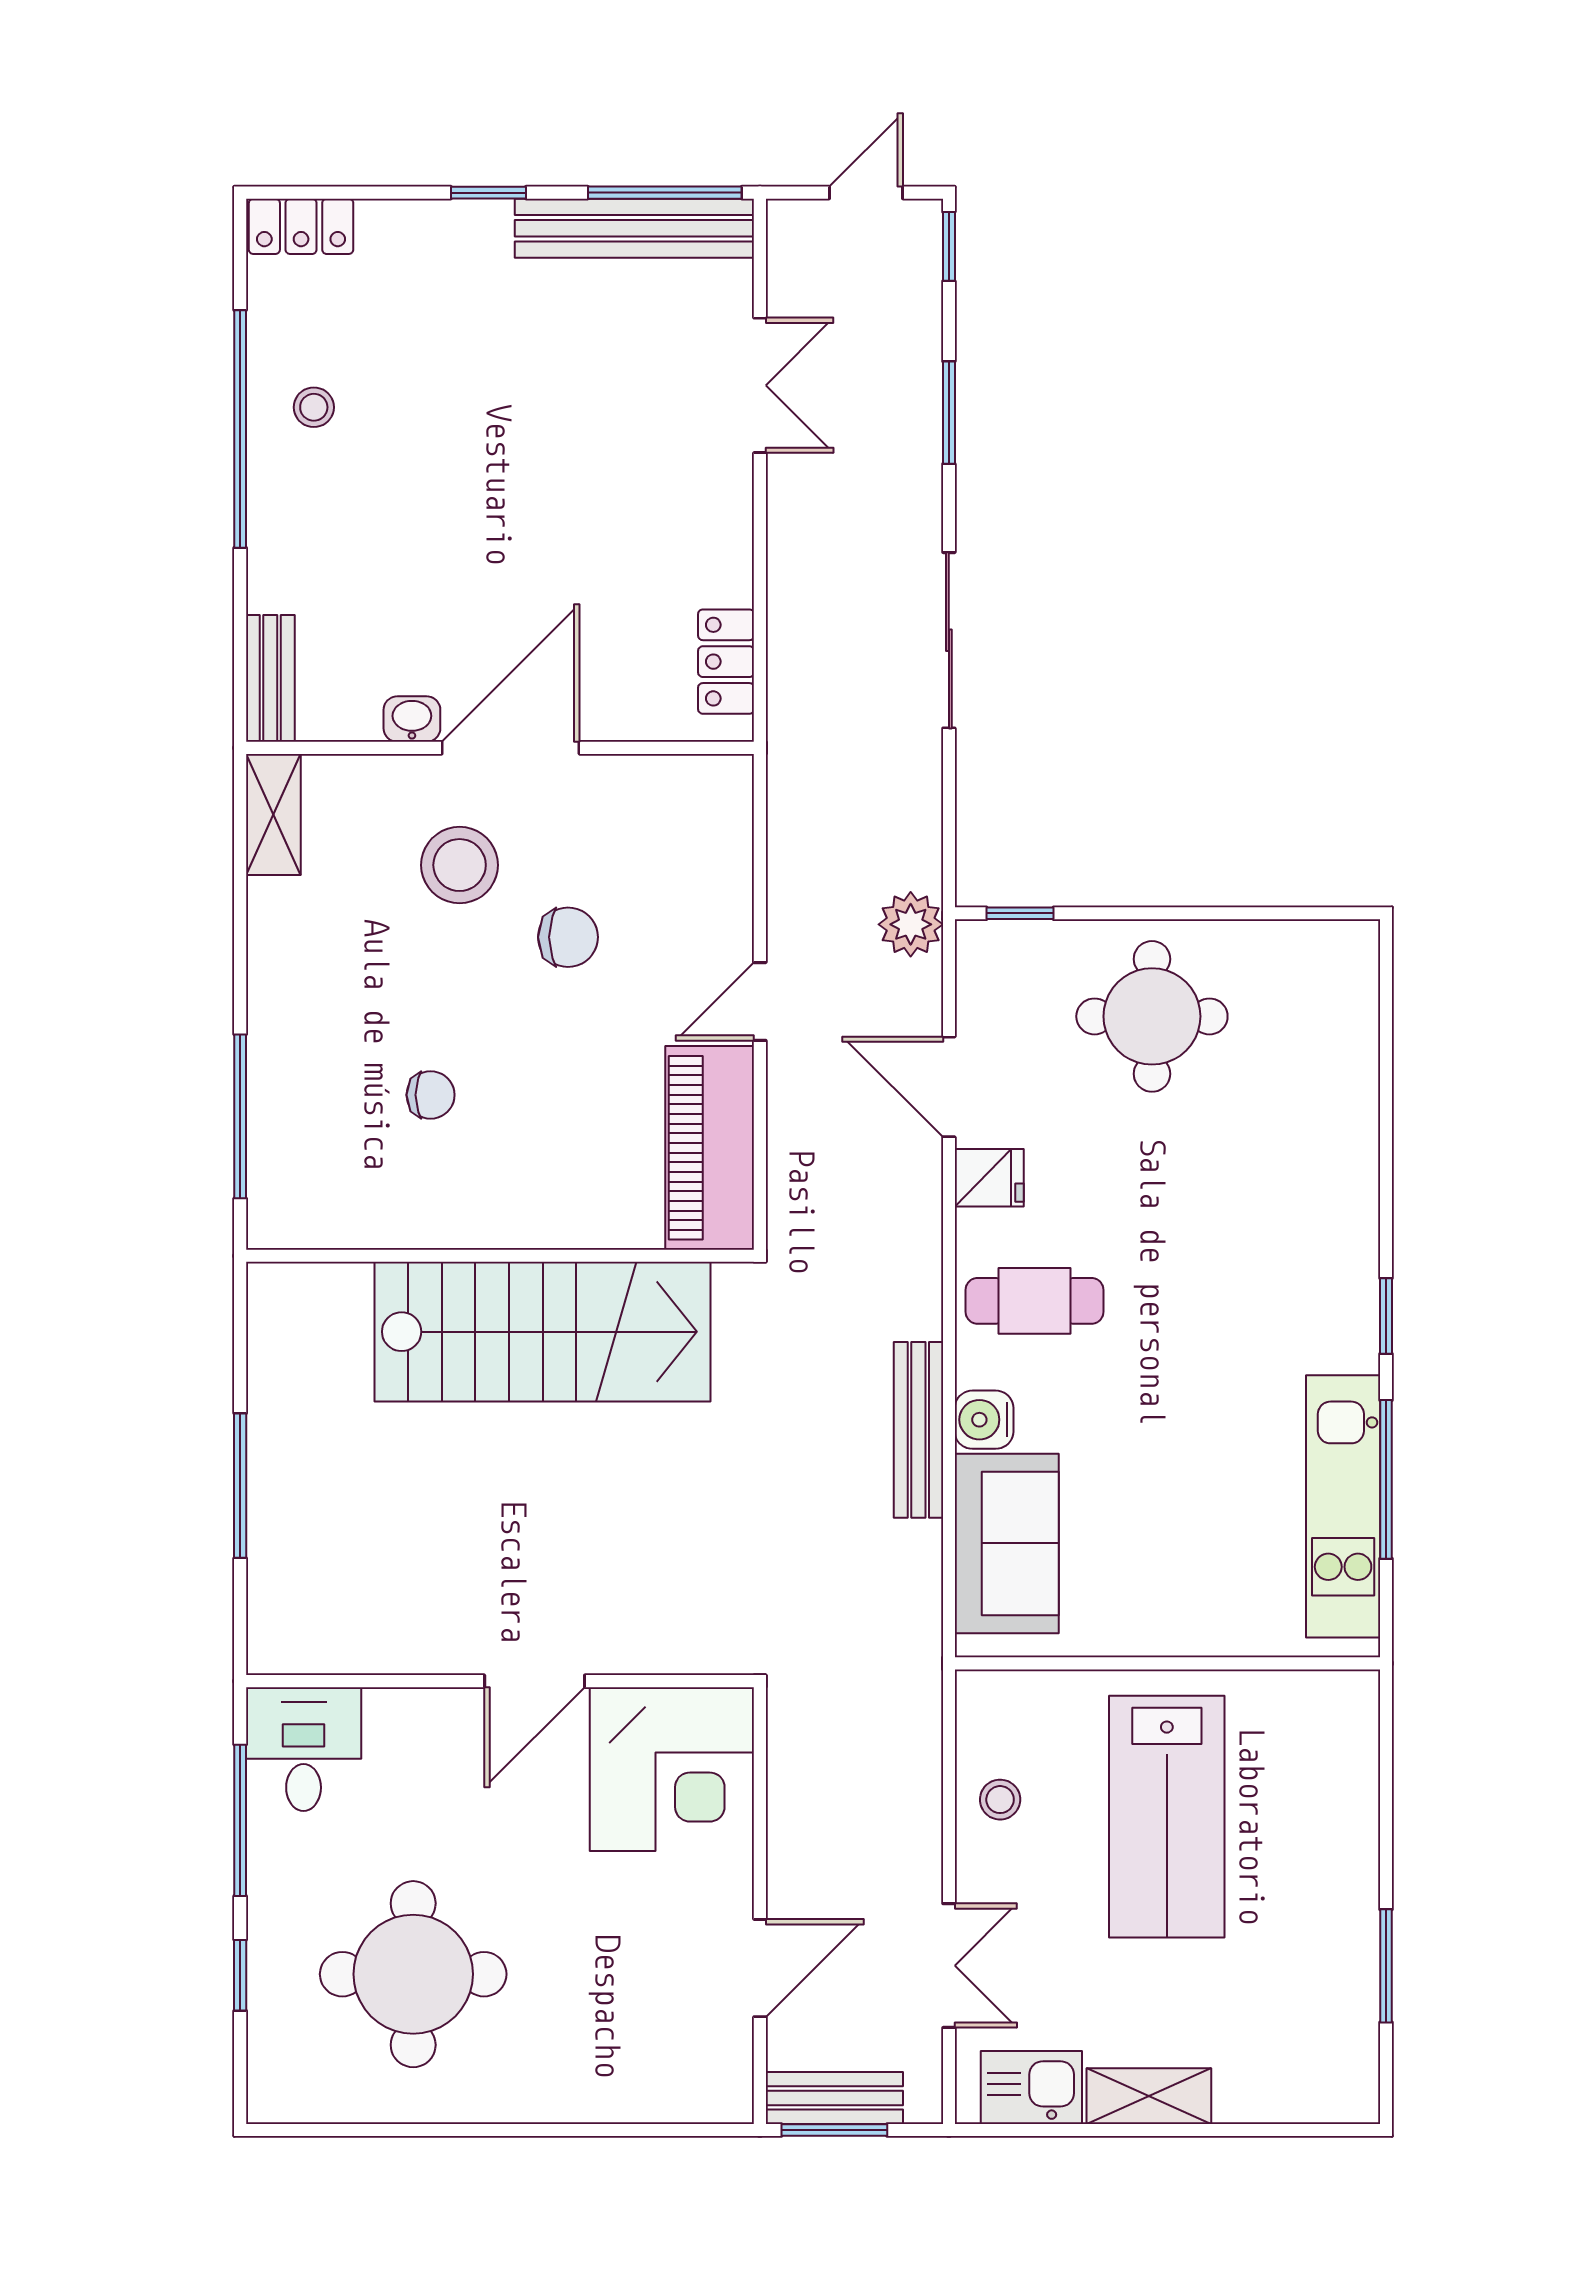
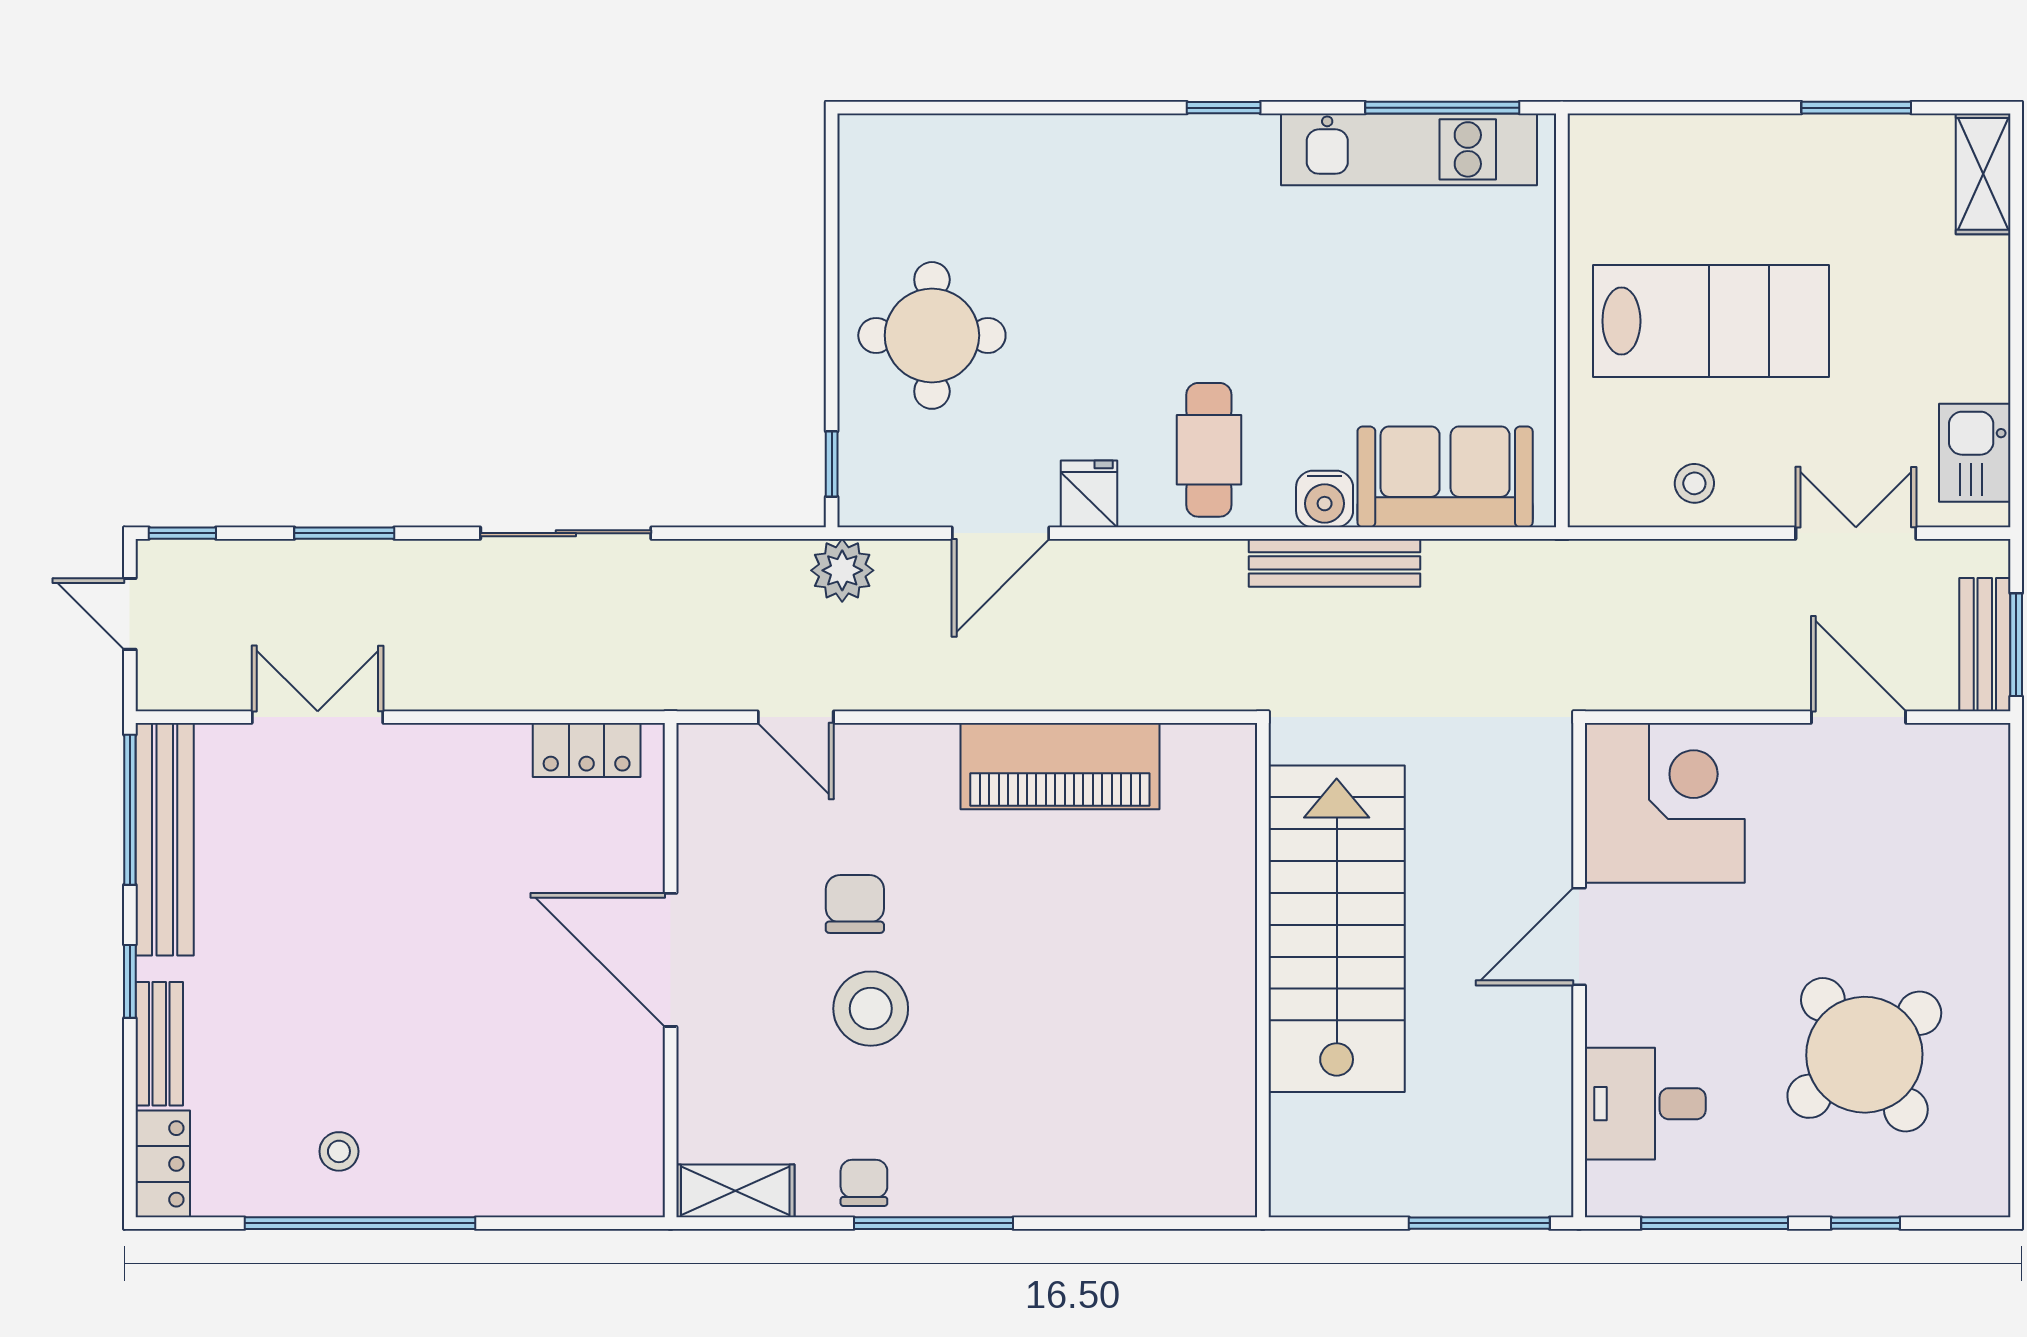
bench: (270, 678) -> (159, 1044), moved, turned 90
washbasin: (412, 719) -> (642, 1056), removed
stool: (460, 865) -> (871, 1009), moved
door: (760, 1001) -> (796, 717), moved
chair: (431, 1095) -> (864, 1183), moved
window: (240, 1116) -> (934, 1223), moved
wall: (500, 1256) -> (1263, 970), moved
stairs: (543, 1332) -> (1337, 929), moved
window: (1386, 1479) -> (1442, 108), moved
window: (240, 1486) -> (1479, 1223), moved
door: (535, 1681) -> (1579, 937), swing flipped
desk: (304, 1749) -> (1645, 1104), moved
round table: (413, 1974) -> (1864, 1055), turned -37
shelving: (1149, 2096) -> (1983, 174), moved

